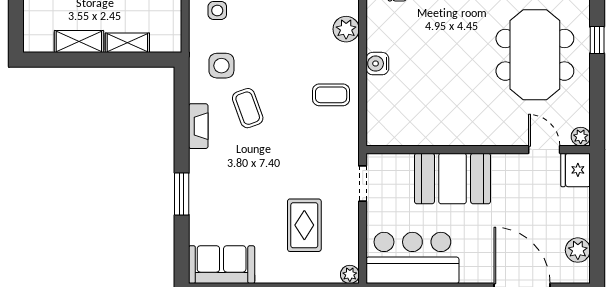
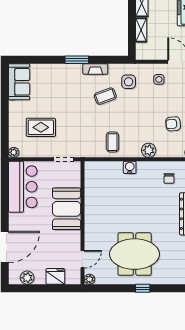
fridge: (576, 170) -> (55, 276), moved
window: (182, 194) -> (77, 60), moved

